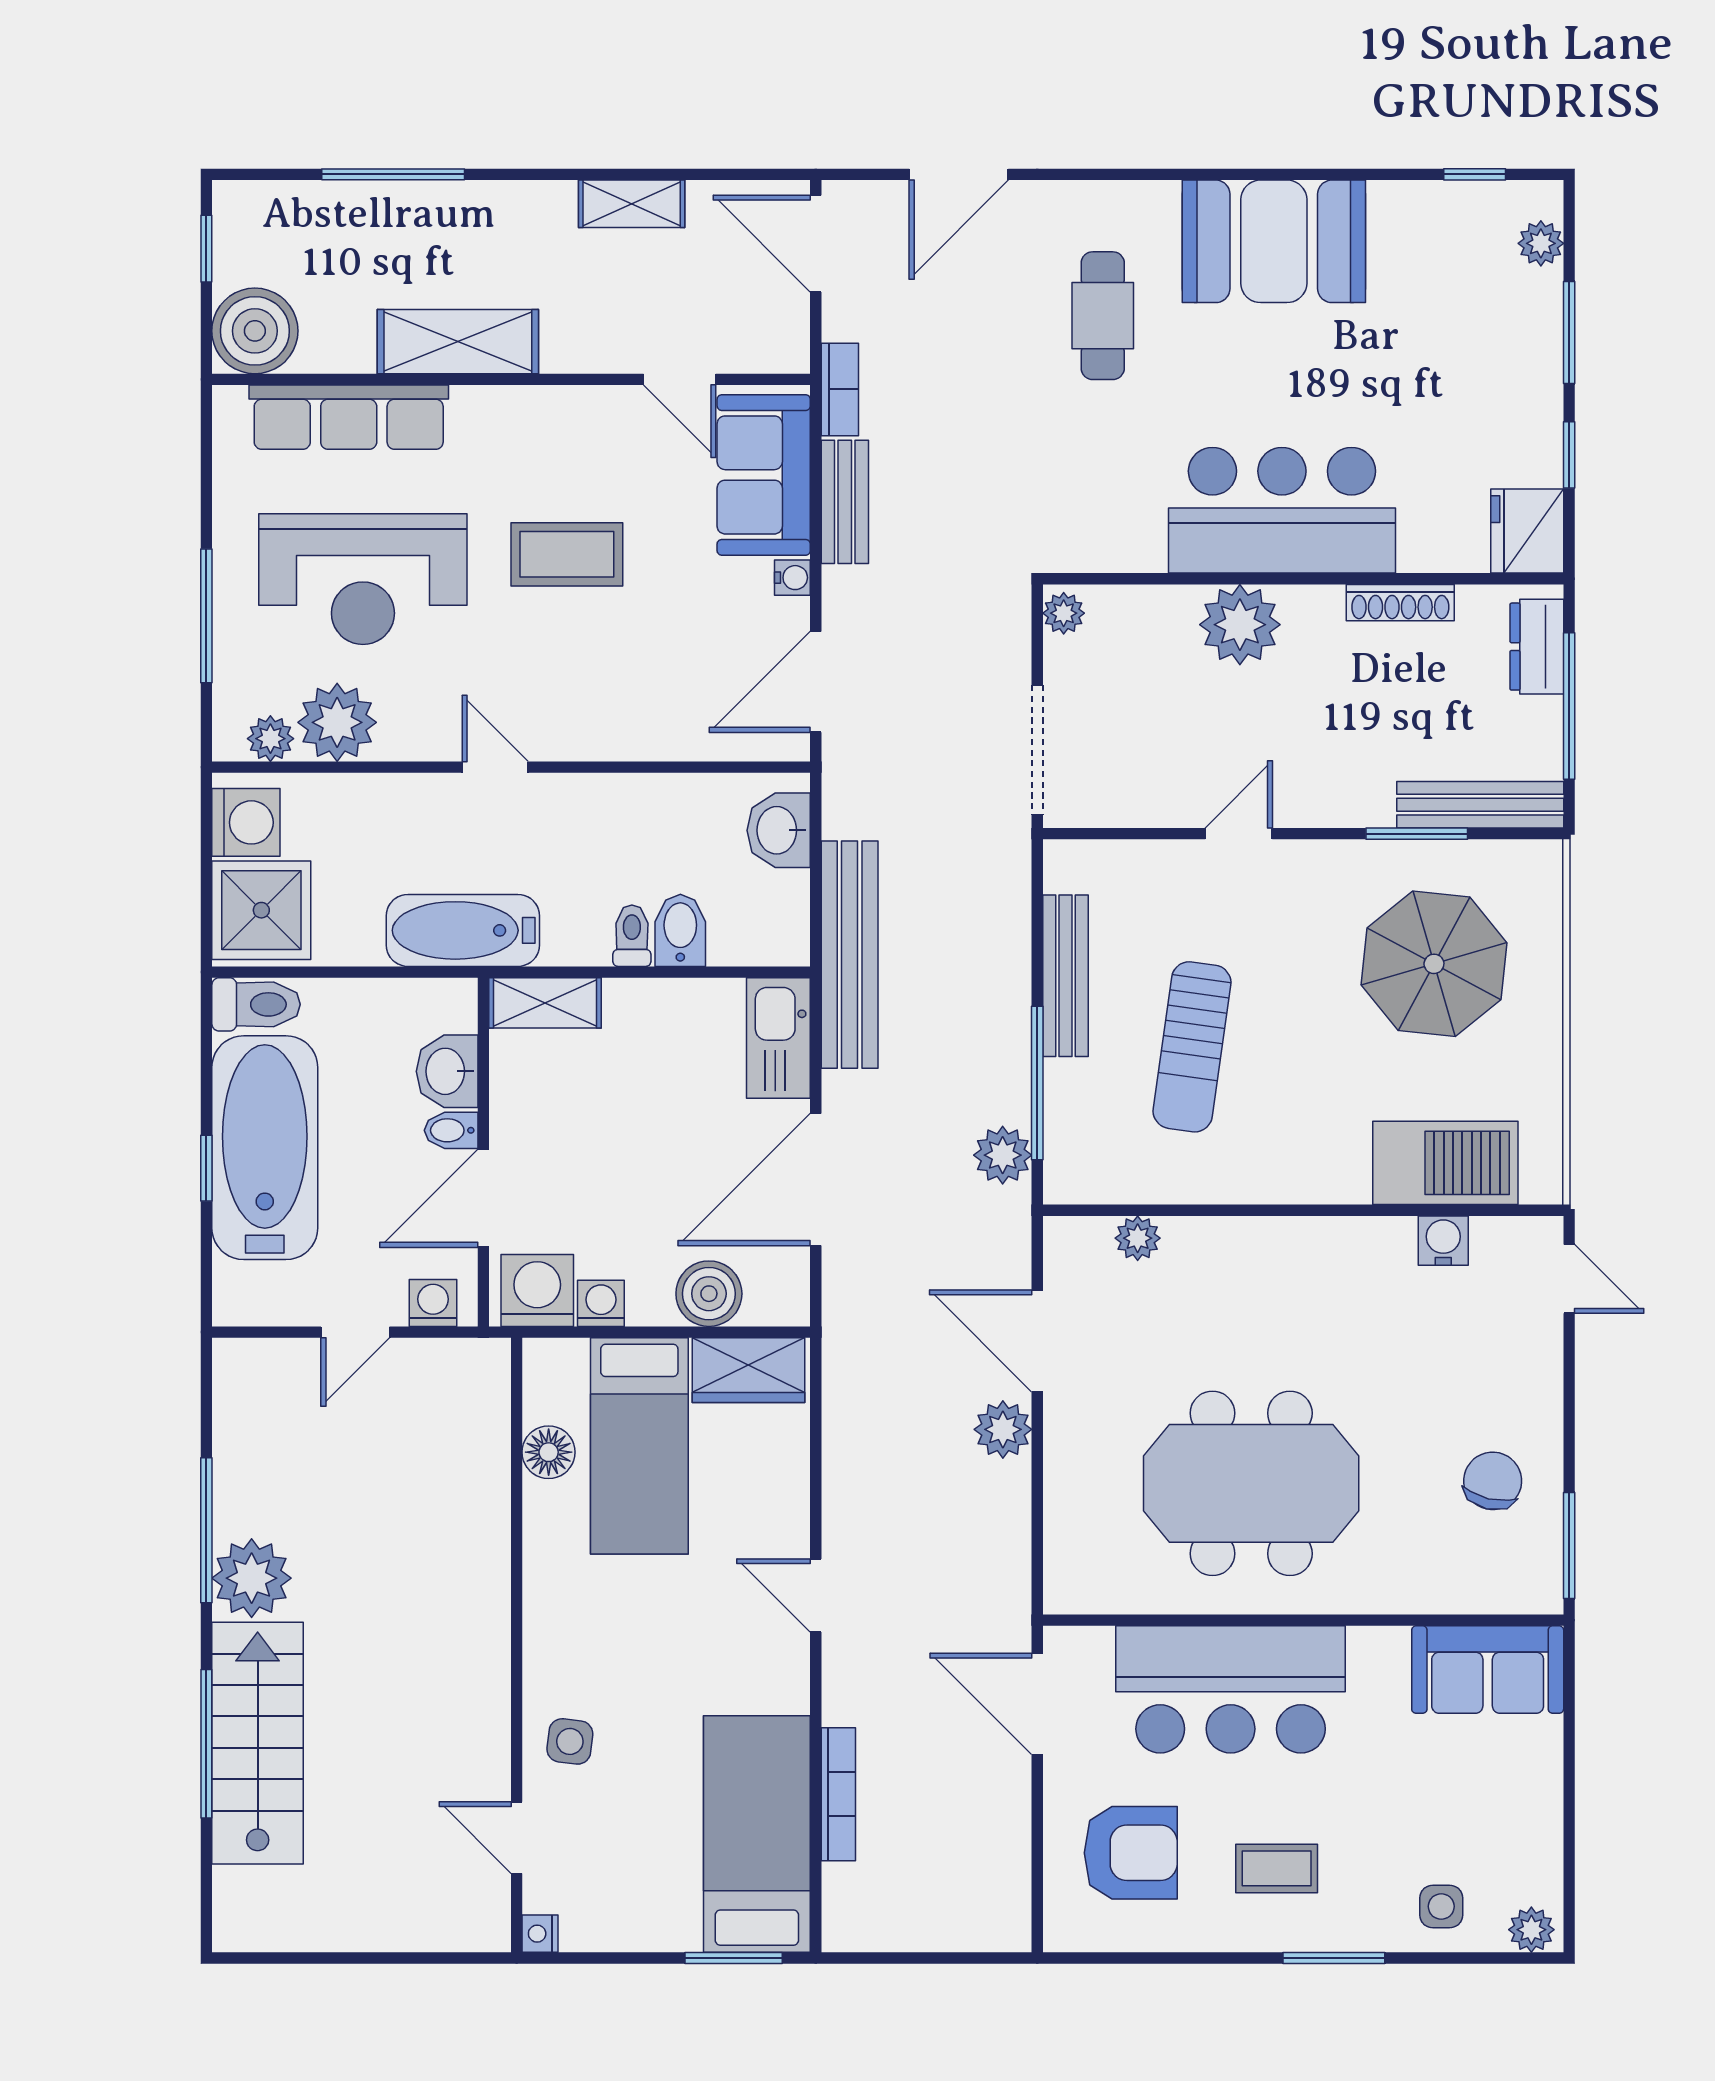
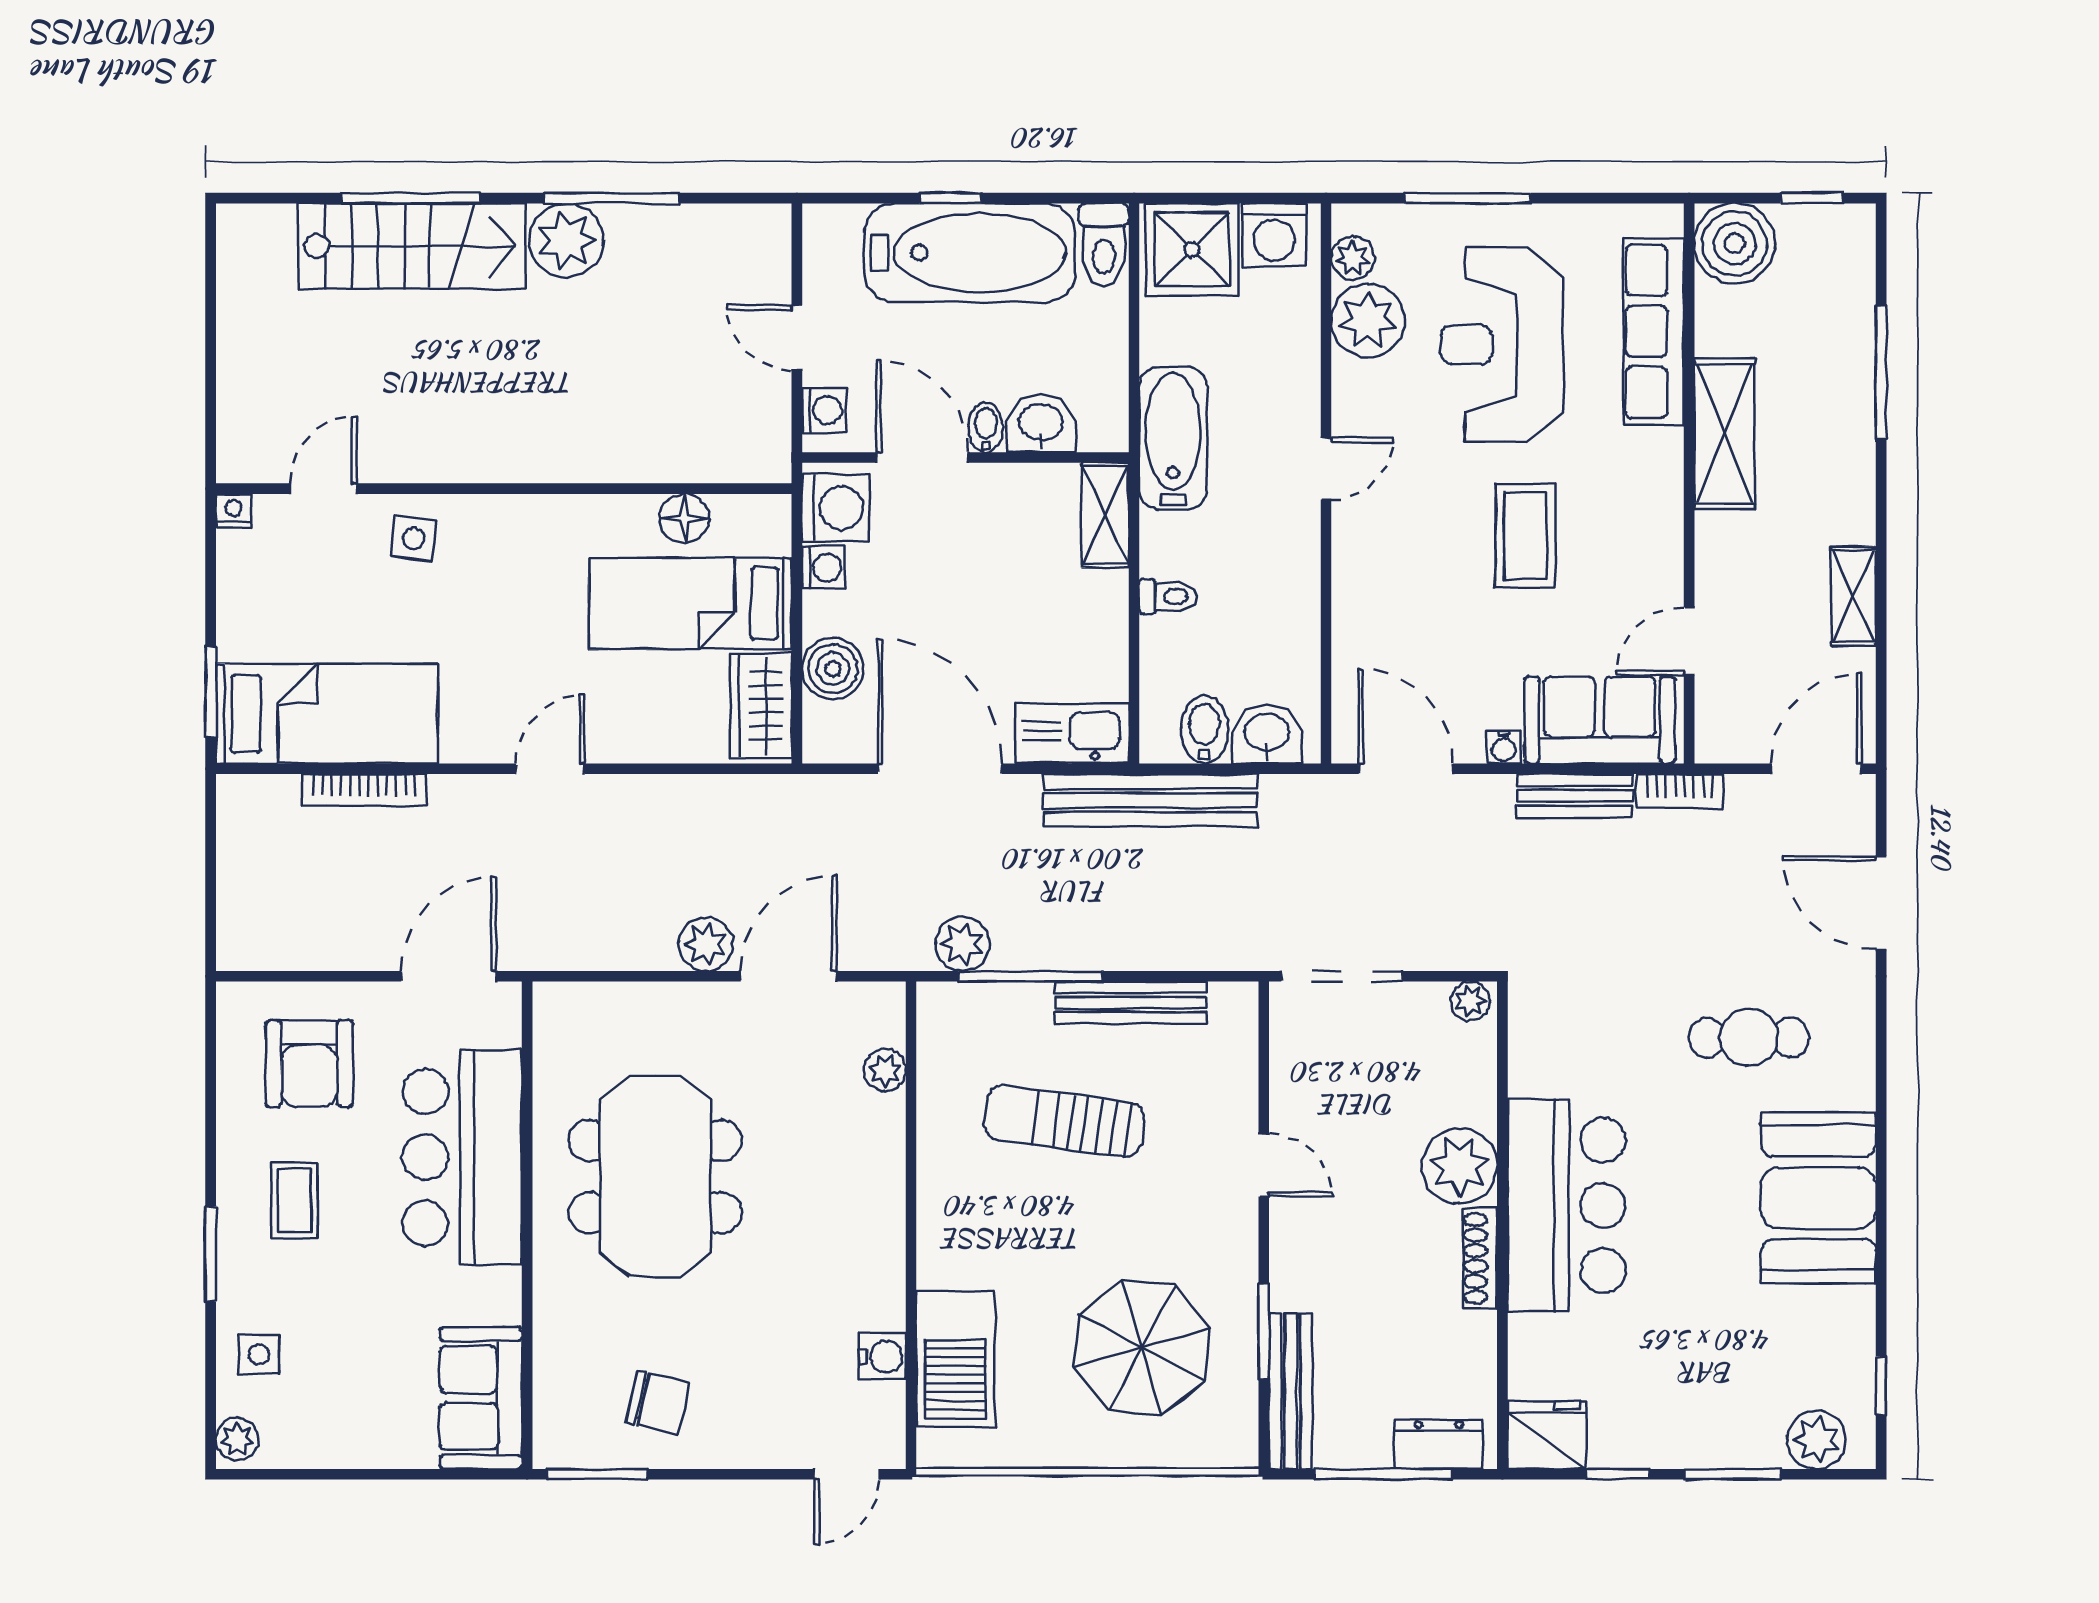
plant: (1541, 243) -> (1817, 1440), width x1.38, depth x1.38
shoe rack: (1400, 603) -> (1480, 1258), moved
bidet: (680, 930) -> (1204, 730), moved, turned -90

